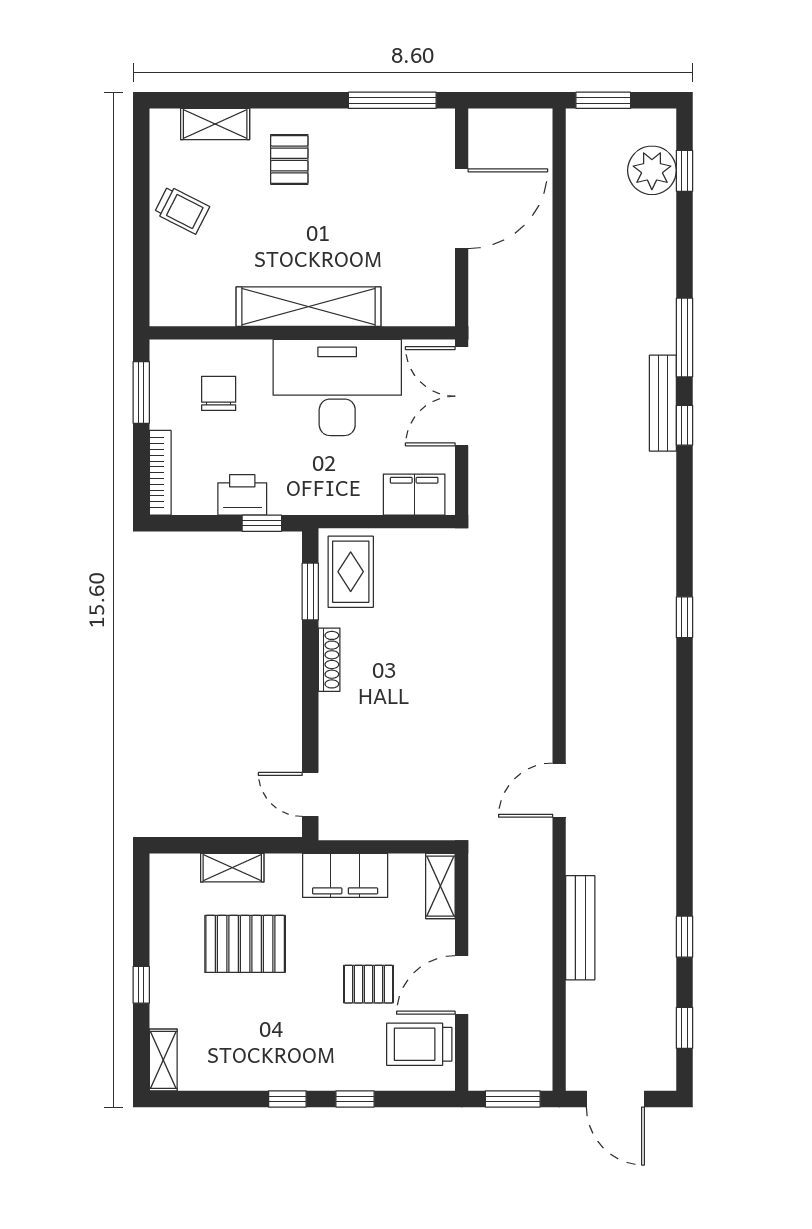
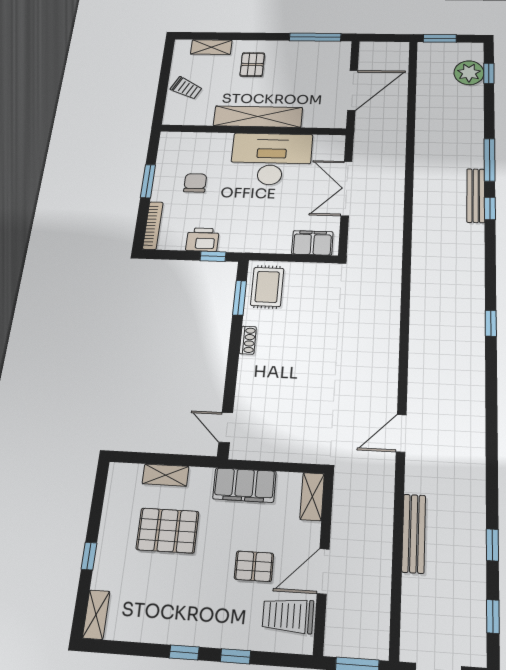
shelving: (308, 307) -> (258, 117), moved
wall: (302, 333) -> (253, 130), moved
desk: (337, 388) -> (271, 159), moved
shoe rack: (329, 660) -> (248, 340), width x0.70

